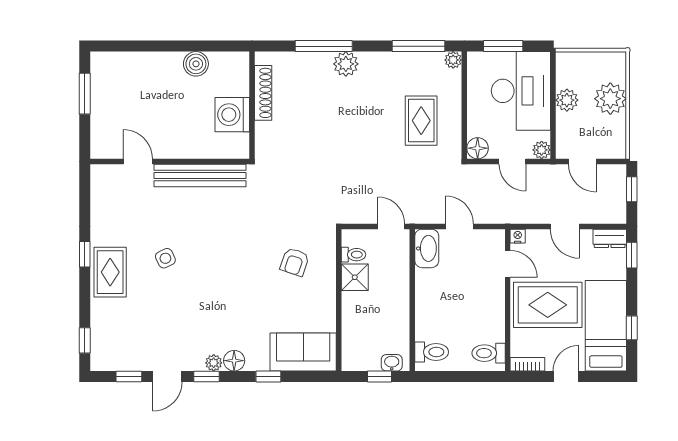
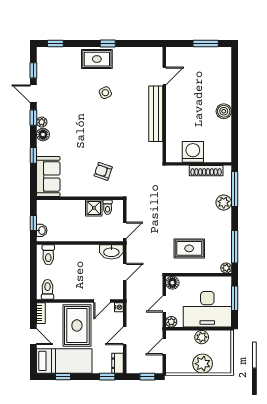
shoe rack: (263, 93) -> (206, 171), moved
wall: (252, 105) -> (199, 164), moved
washing machine: (232, 115) -> (193, 152), moved

